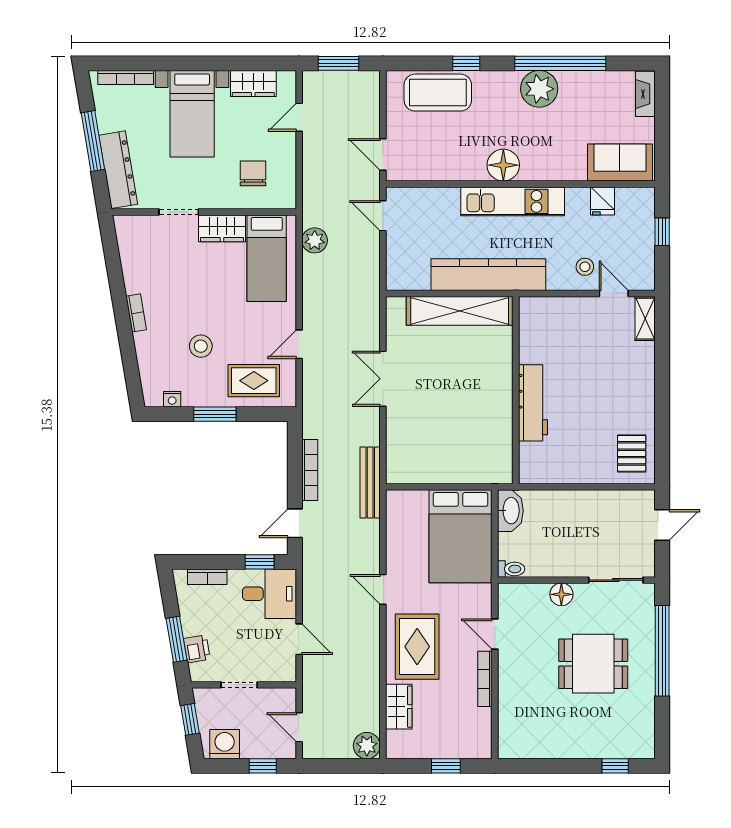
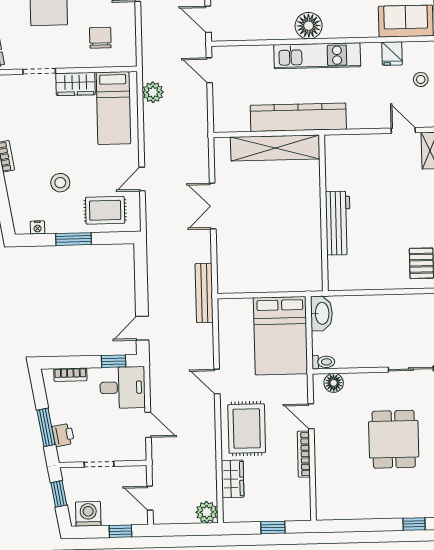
stool: (585, 267) -> (421, 79), moved
bookcase: (310, 470) -> (154, 284), removed
floor lamp: (561, 594) -> (334, 383), moved
dining table: (593, 664) -> (394, 439), turned 90

